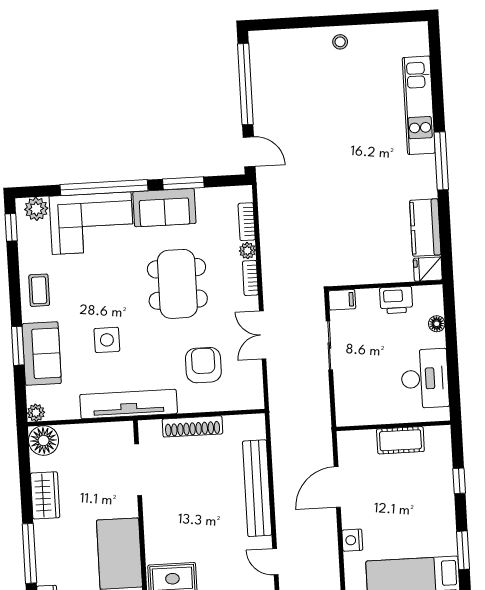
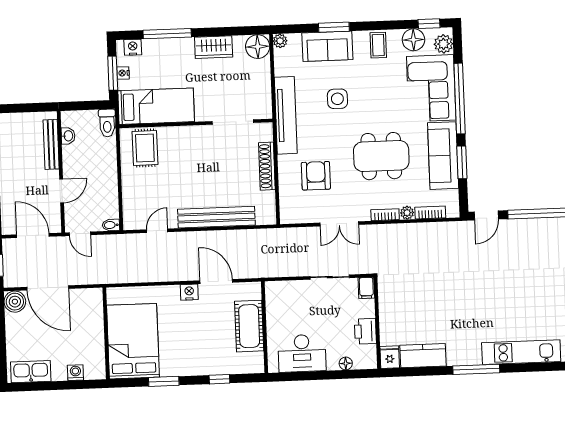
sofa: (164, 208) -> (443, 156), width x1.36
floor lamp: (32, 246) -> (413, 40), added
coffee table: (39, 290) -> (378, 45), turned 90
double door: (263, 335) -> (339, 224), swing flipped
armchair: (203, 365) -> (316, 176), turned -90
cot: (400, 440) -> (249, 326), width x1.37, depth x1.34
nightstand: (352, 540) -> (189, 292), moved

